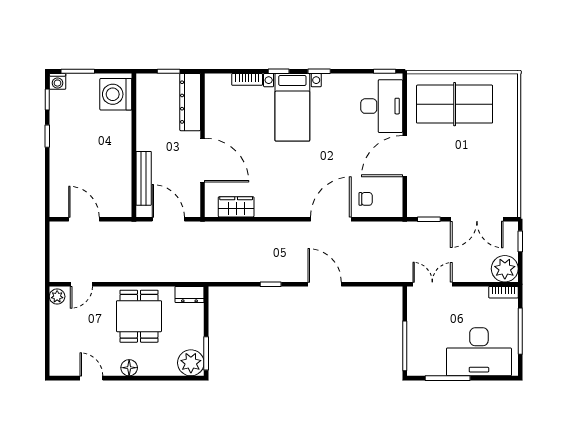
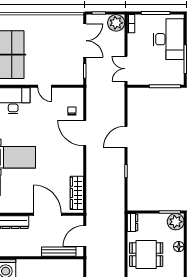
door: (405, 156) -> (45, 86), width x0.53
door: (202, 160) -> (47, 214), hinge flipped
wardrobe: (236, 207) -> (77, 193), width x1.50
floor lamp: (129, 368) -> (179, 247), moved

